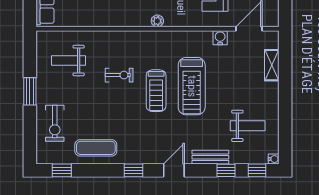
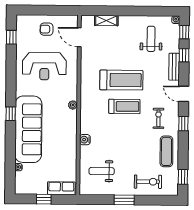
water cooler: (220, 38) -> (85, 140), moved
weight bench: (69, 61) -> (102, 171), turned 90
exercise bike: (119, 75) -> (158, 118), moved

